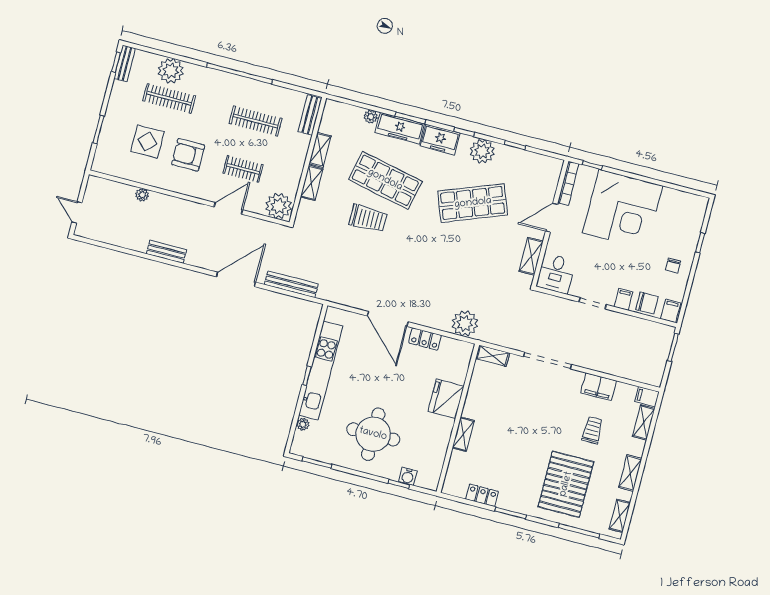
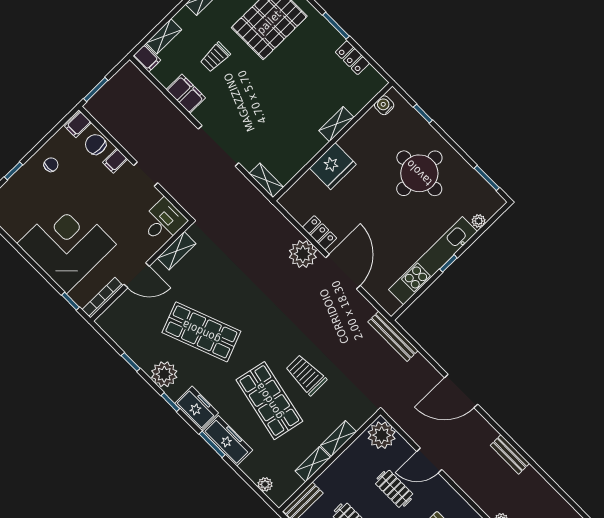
plant: (371, 117) -> (265, 484), moved
bench: (291, 284) -> (393, 336), moved
plant: (465, 323) -> (303, 254), moved
water cooler: (408, 476) -> (384, 105), moved, turned -90

